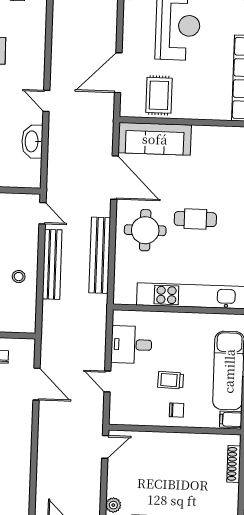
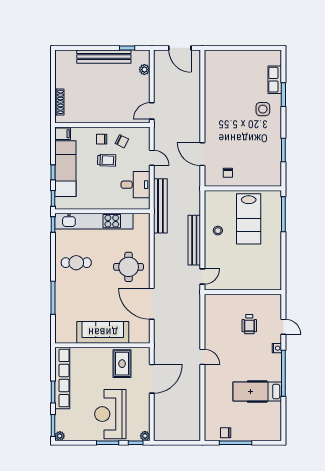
sofa: (155, 139) -> (103, 332), moved
washbasin: (32, 141) -> (212, 328), removed
door: (43, 213) -> (202, 276), swing flipped
cafe table: (195, 219) -> (76, 263), moved
bench: (100, 255) -> (160, 206), moved
chair: (148, 406) -> (122, 141), added

